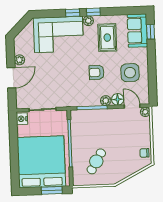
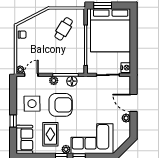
window: (151, 32) -> (13, 121), moved
armchair: (97, 72) -> (61, 105), width x1.88, depth x1.88
door: (11, 78) -> (134, 103), hinge flipped
floor lamp: (118, 99) -> (72, 81), moved
door: (132, 106) -> (31, 75), swing flipped

